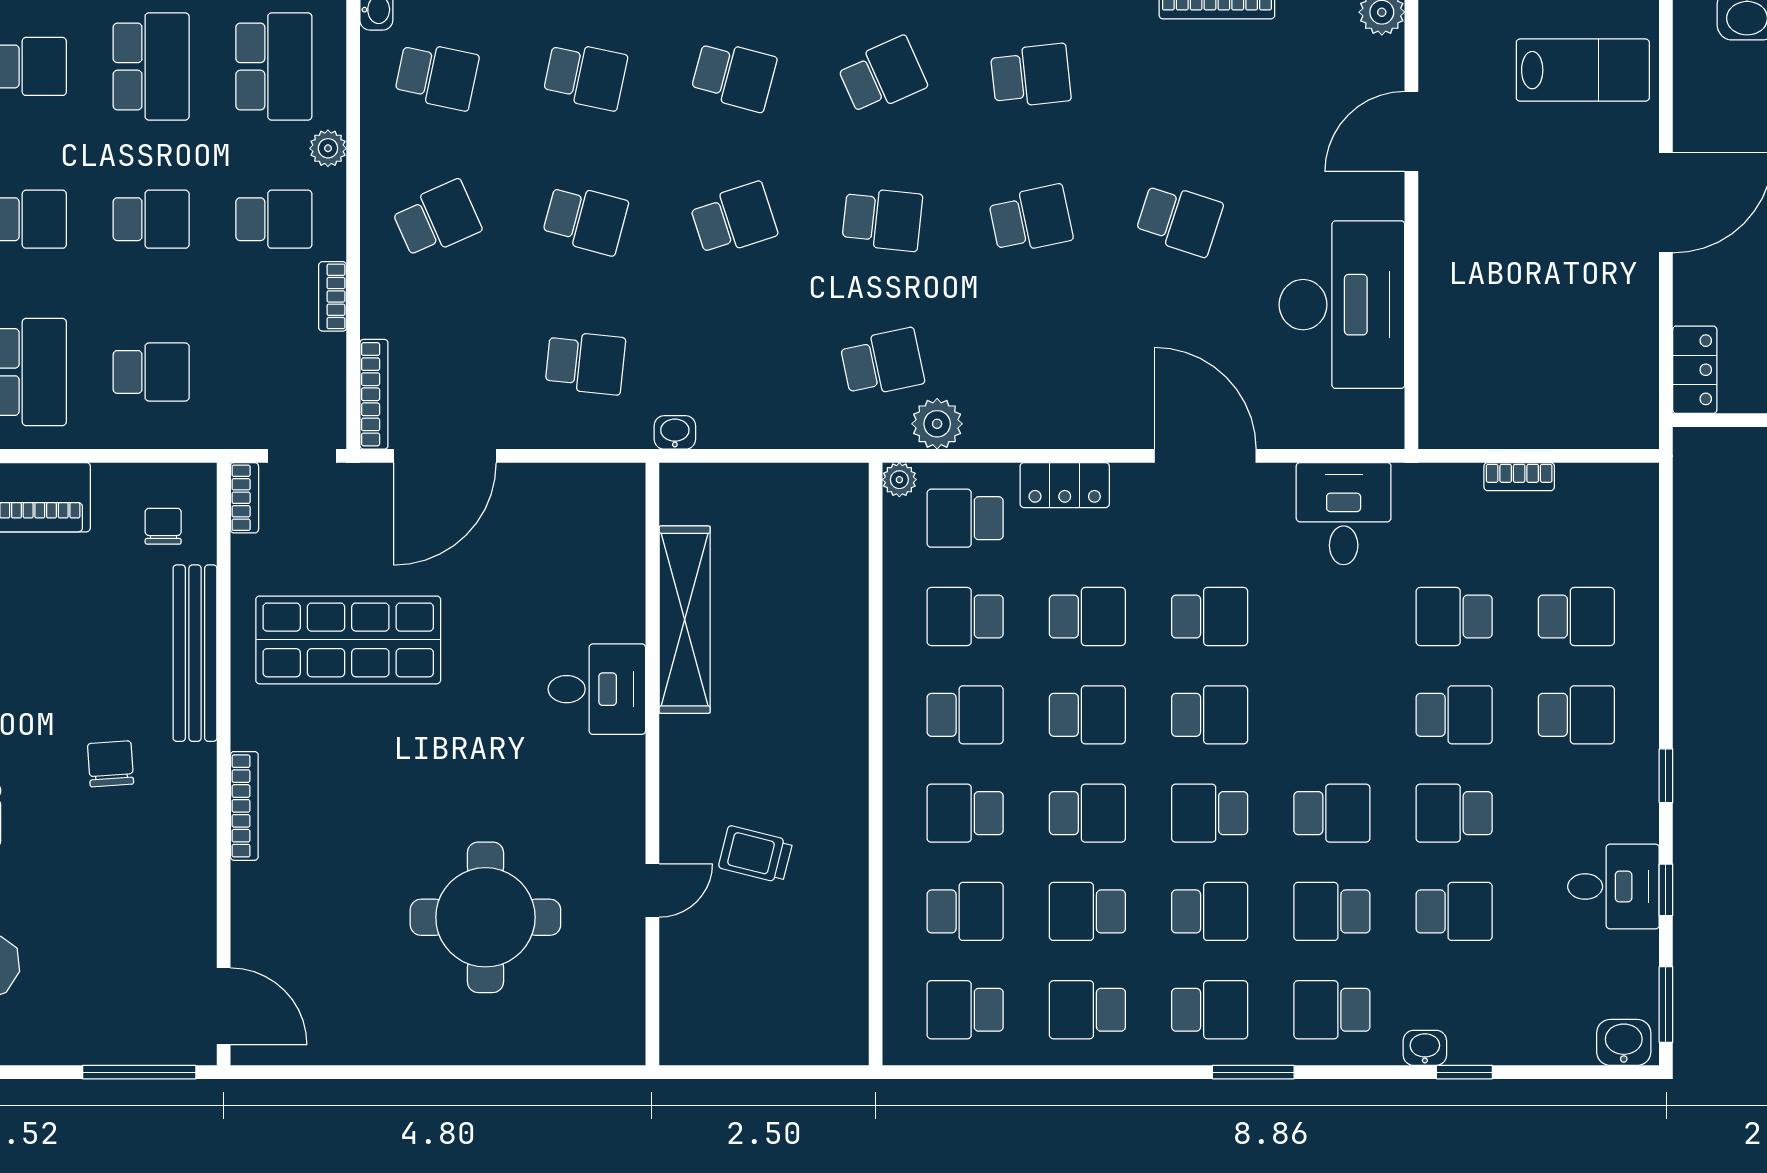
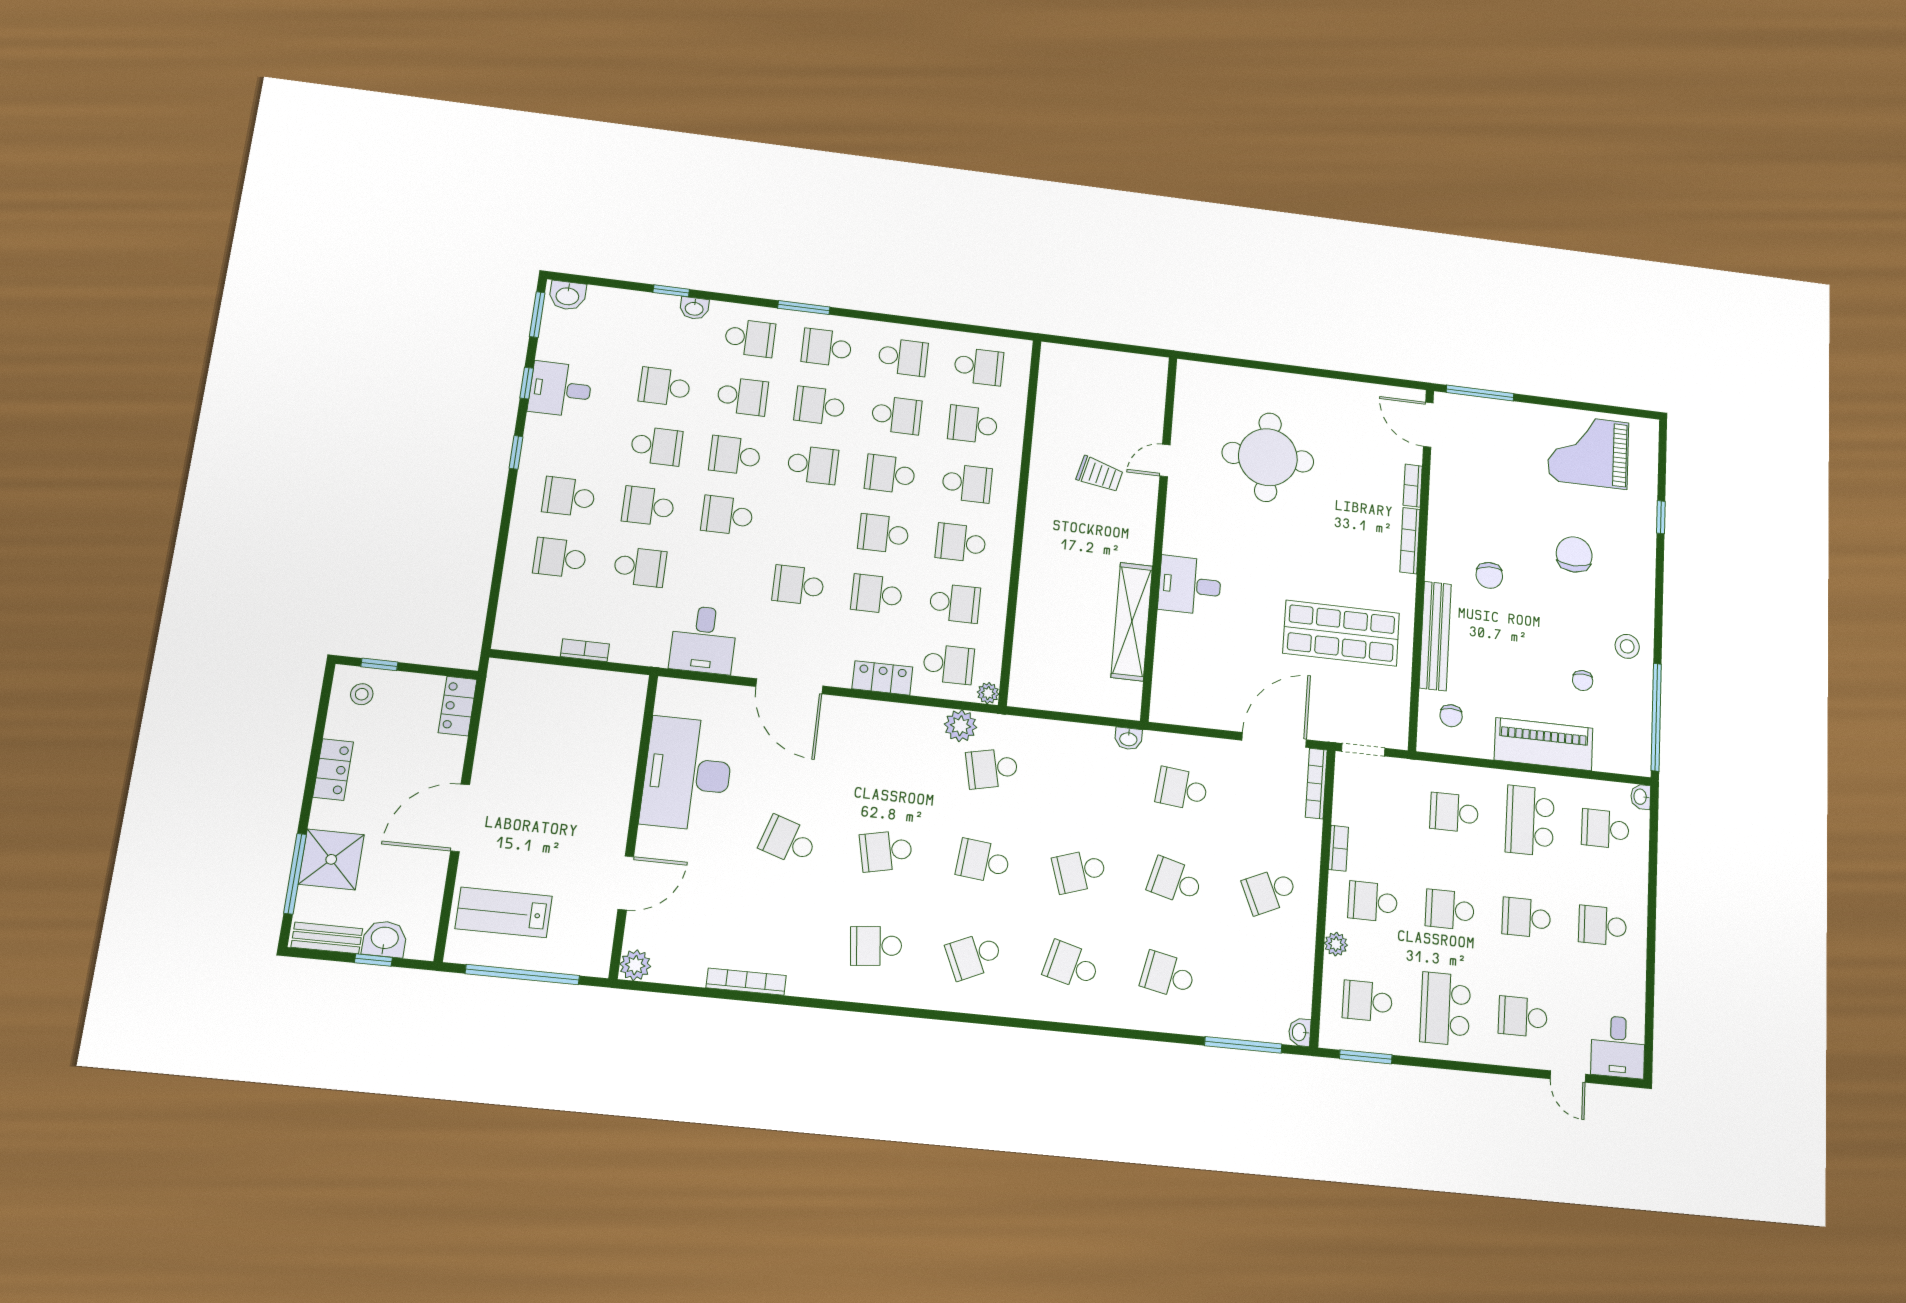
school desk: (274, 66) -> (1367, 1001), width x0.54
school desk: (437, 76) -> (1264, 985), removed
bookcase: (244, 498) -> (1413, 486), moved
school desk: (1210, 715) -> (727, 515), moved

